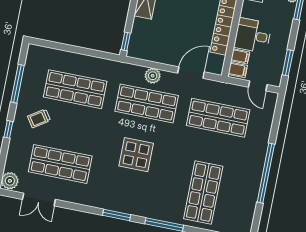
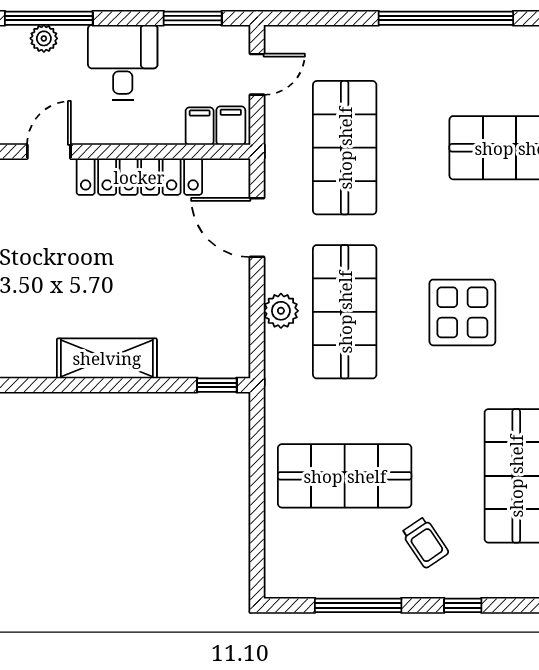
desk: (253, 36) -> (123, 62), moved, turned 180
shop shelf: (75, 89) -> (345, 476), turned 90

